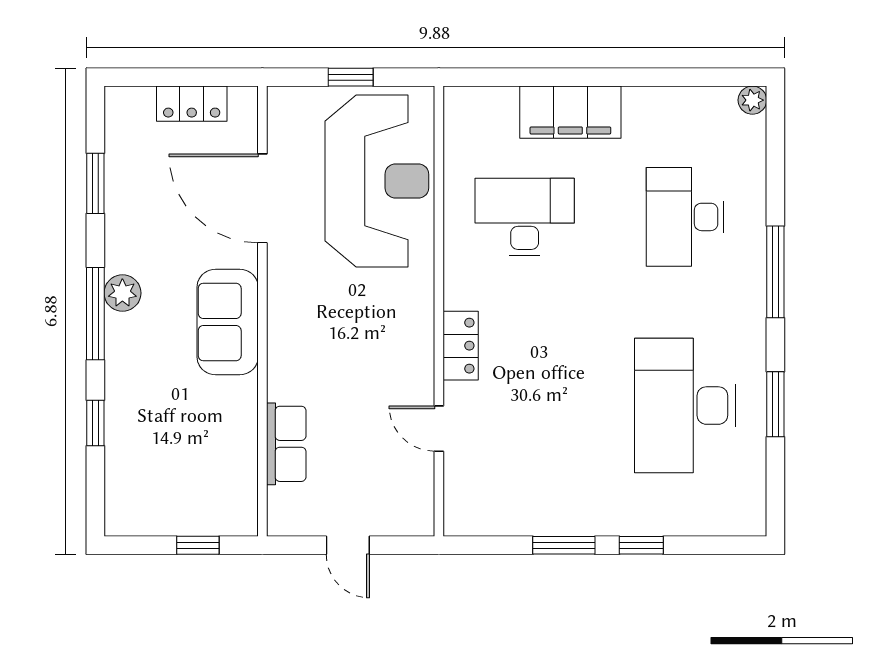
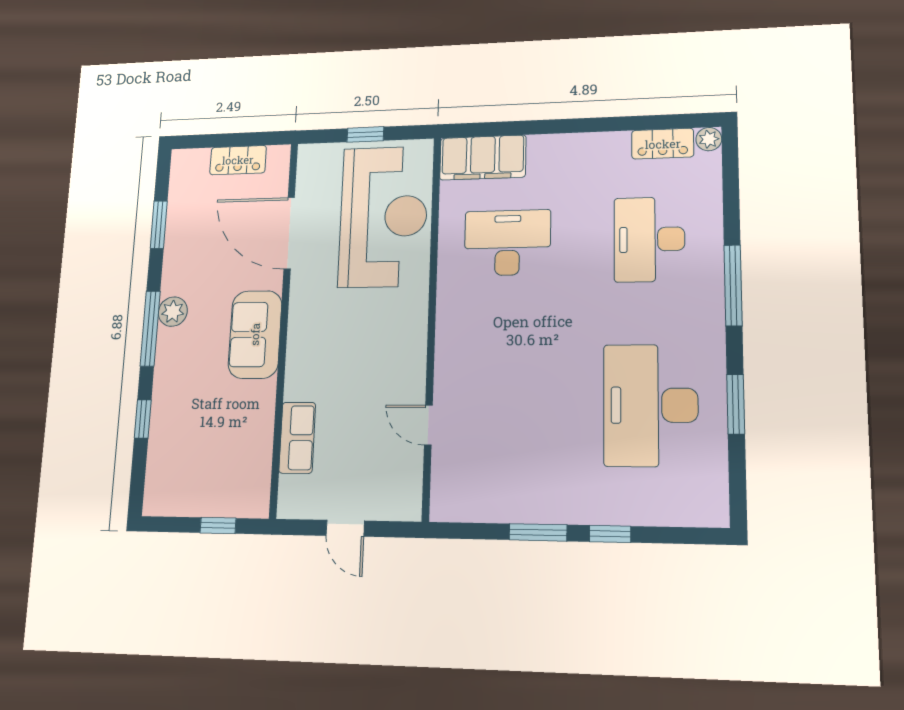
filing cabinet: (570, 112) -> (483, 158), moved
locker: (461, 346) -> (663, 144), moved, turned 90

